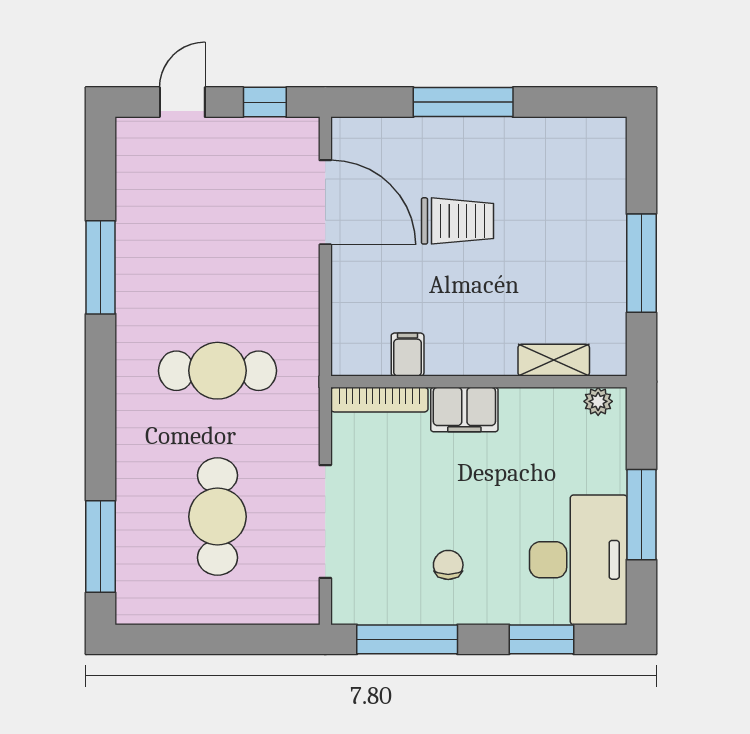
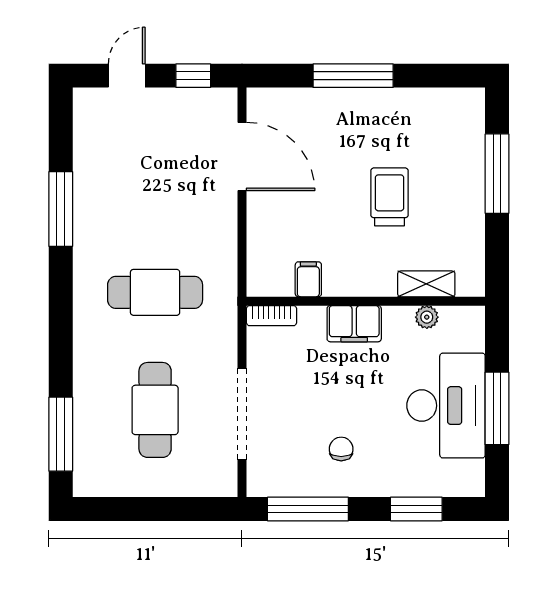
trolley: (458, 221) -> (389, 197), moved, turned -90
window: (641, 263) -> (497, 174), moved
bookcase: (379, 400) -> (272, 316), width x0.64
plant: (598, 401) -> (427, 317), moved
desk: (578, 560) -> (446, 406), moved

